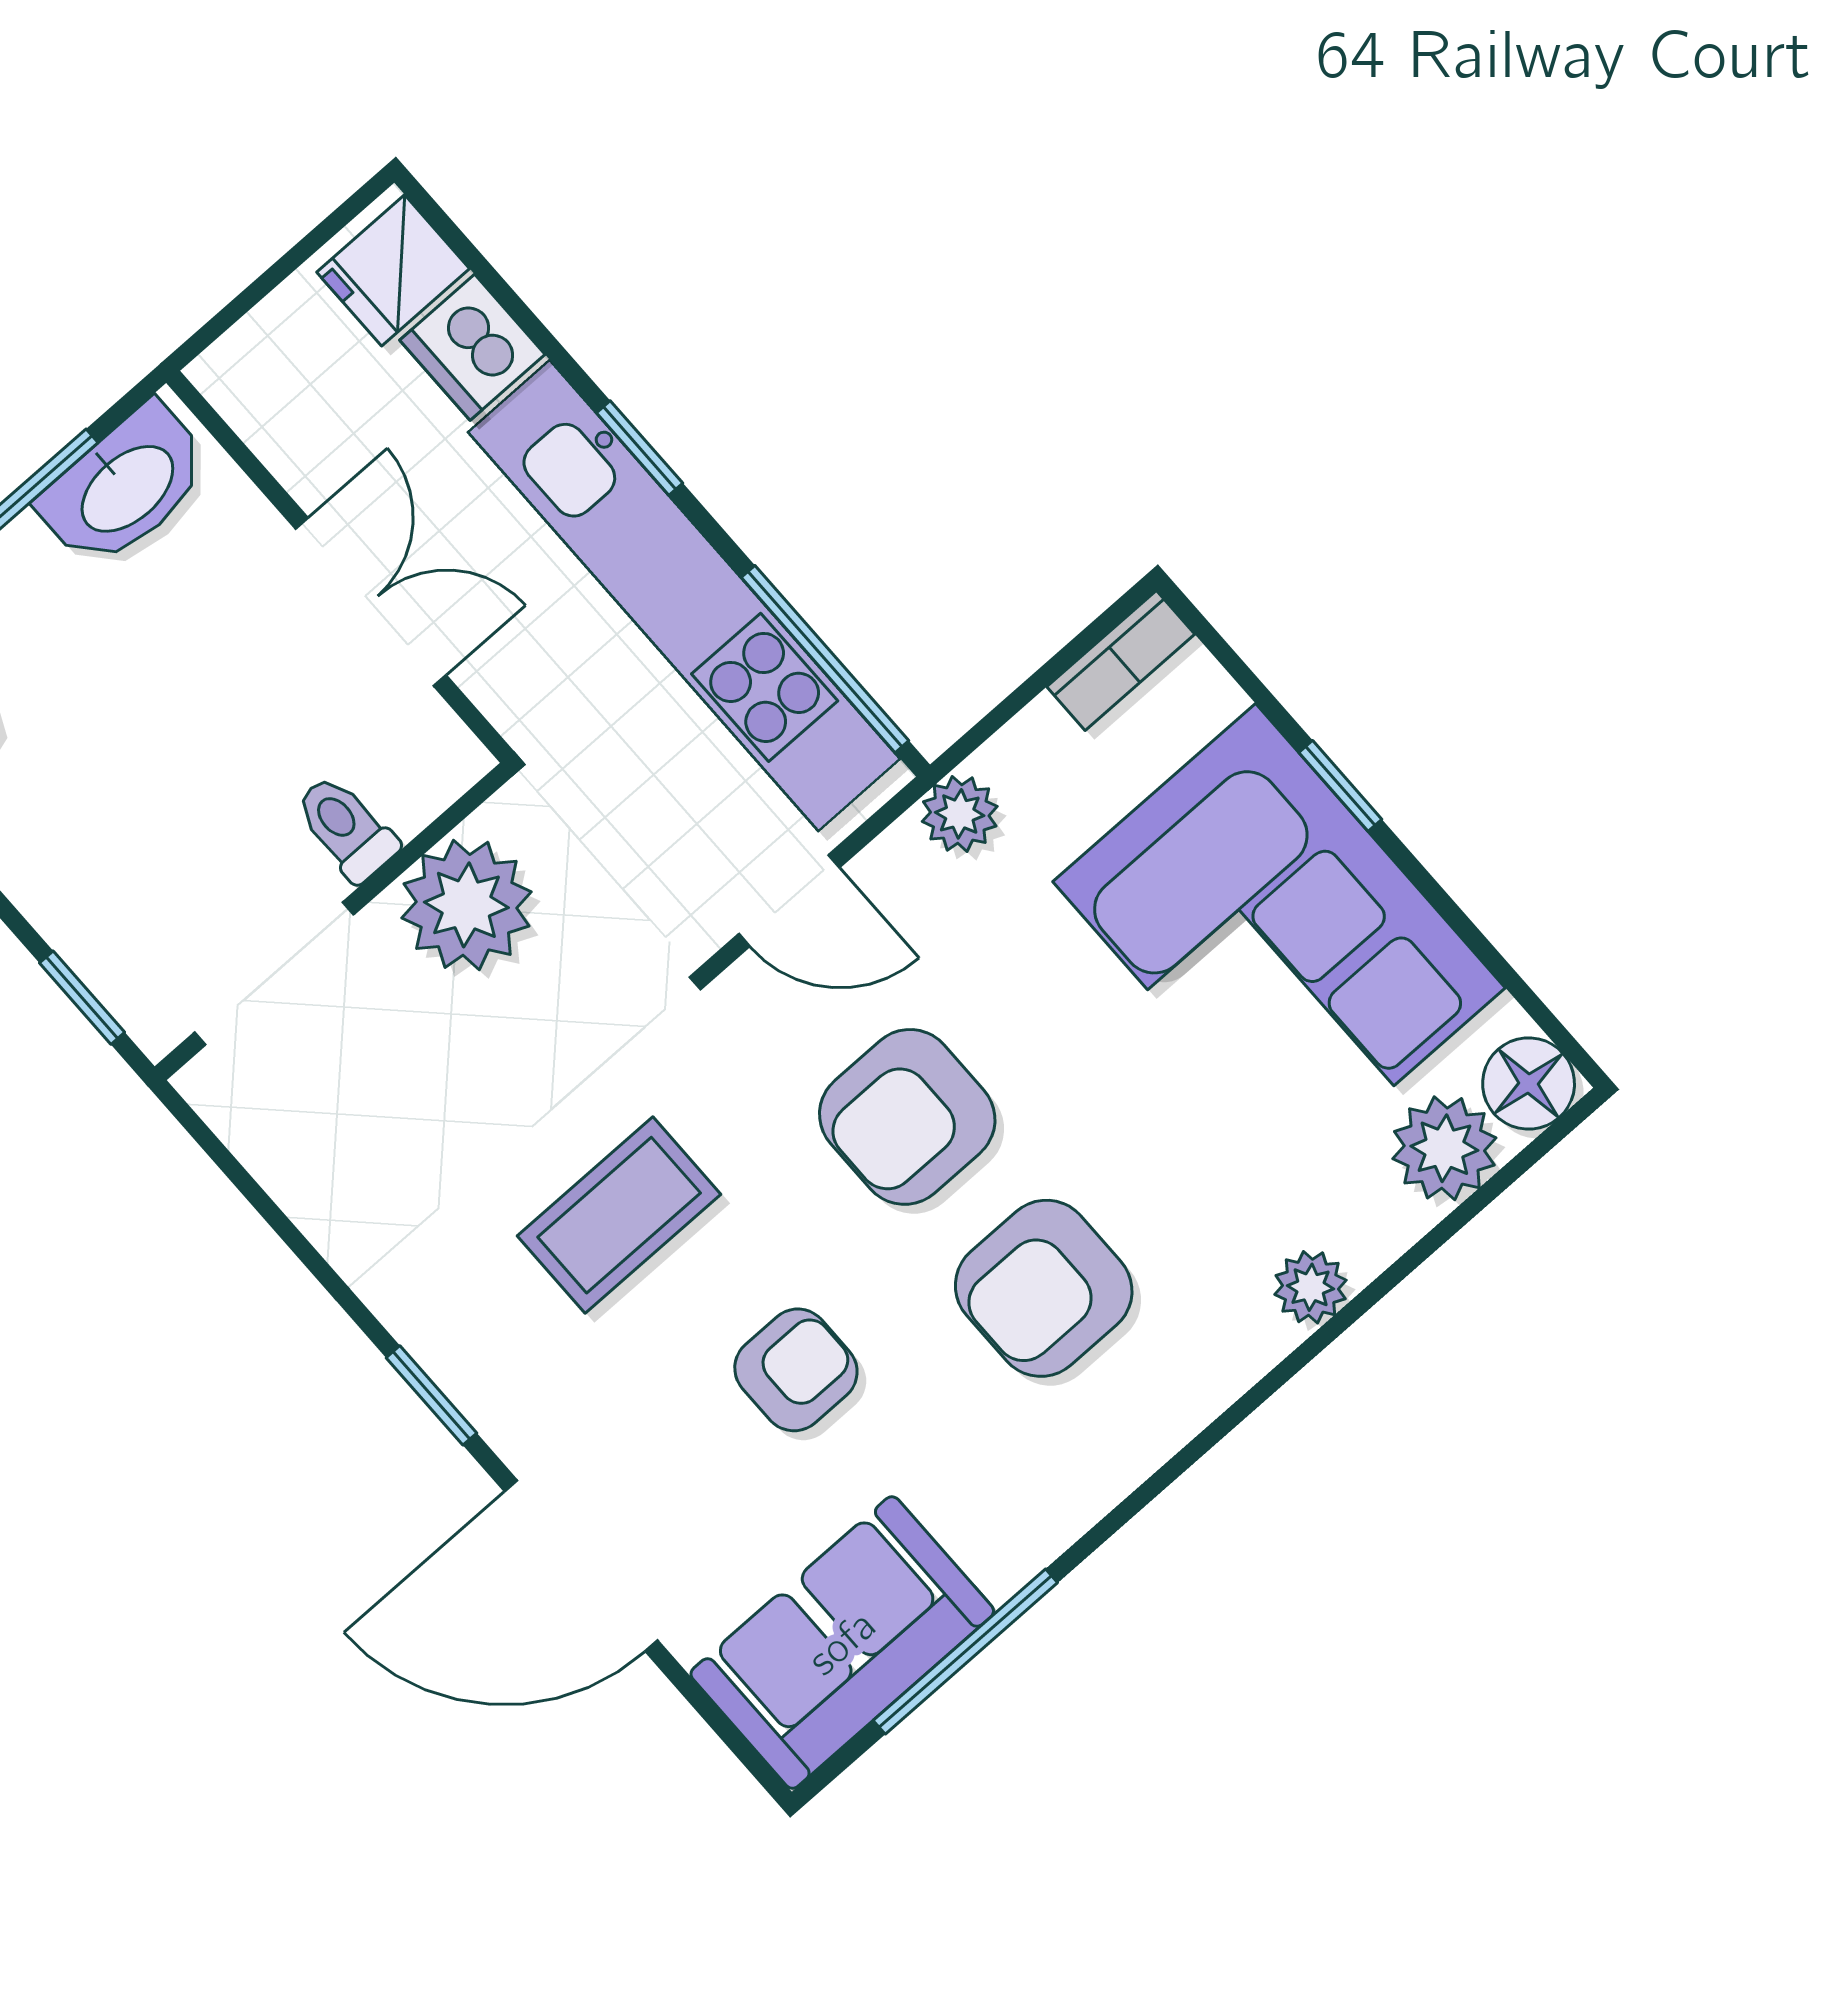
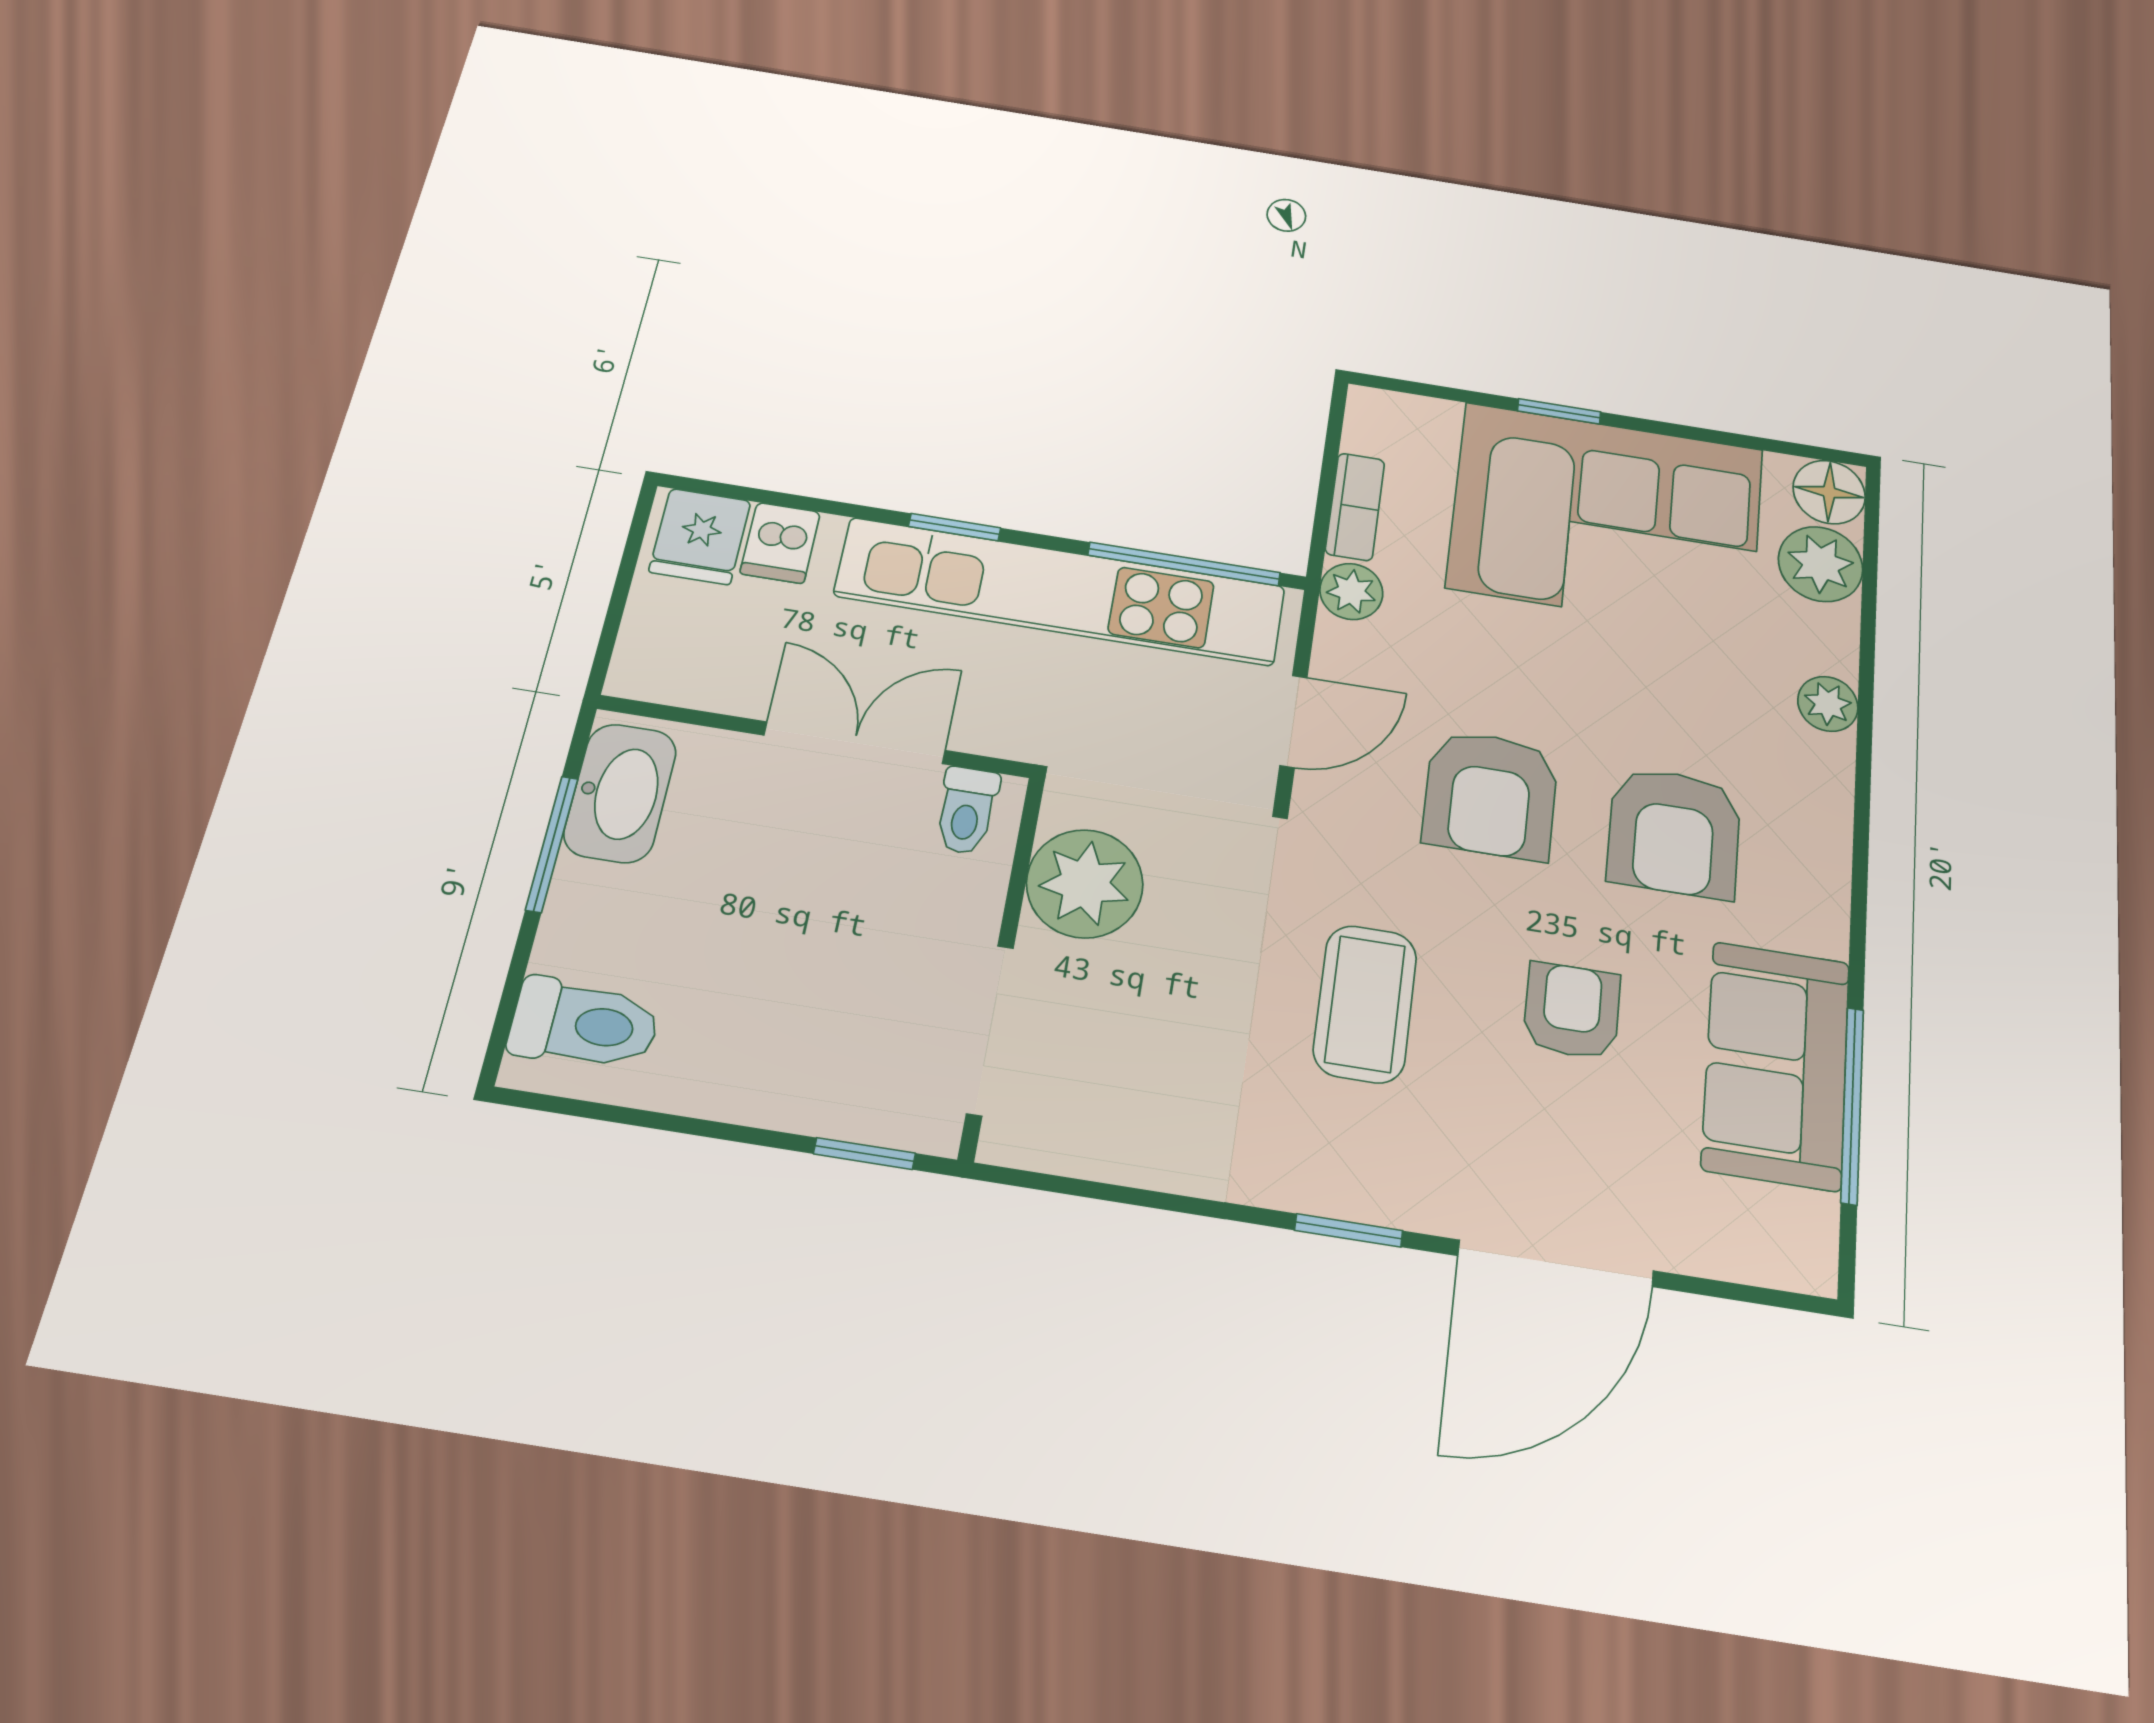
dishwasher: (472, 347) -> (780, 543), width x0.73
bookcase: (1121, 660) -> (1355, 507), moved
toilet: (346, 828) -> (967, 810), moved, turned -90
sofa: (842, 1643) -> (1776, 1065), moved

